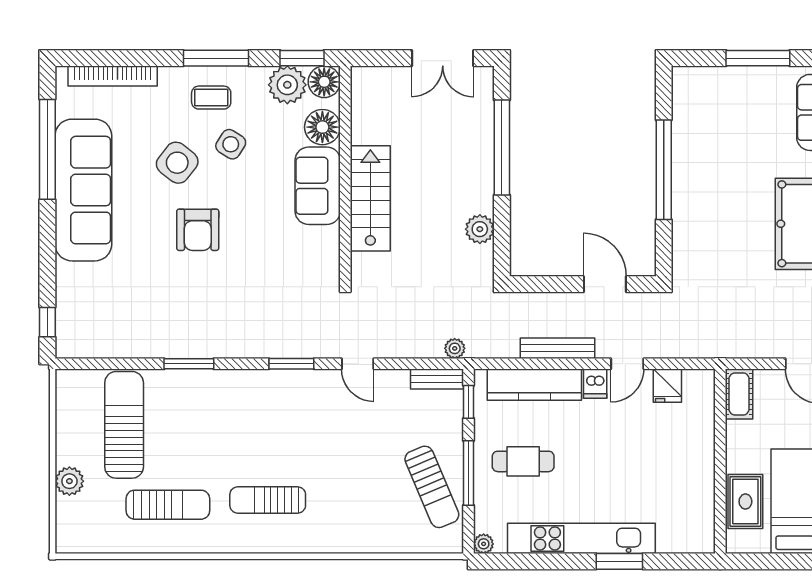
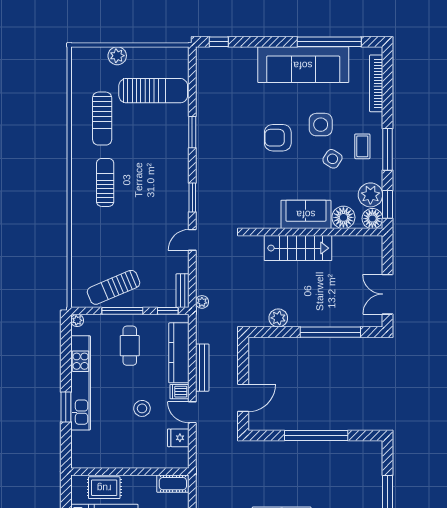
side table: (177, 163) -> (321, 125), turned -38
stool: (621, 442) -> (142, 408), added

